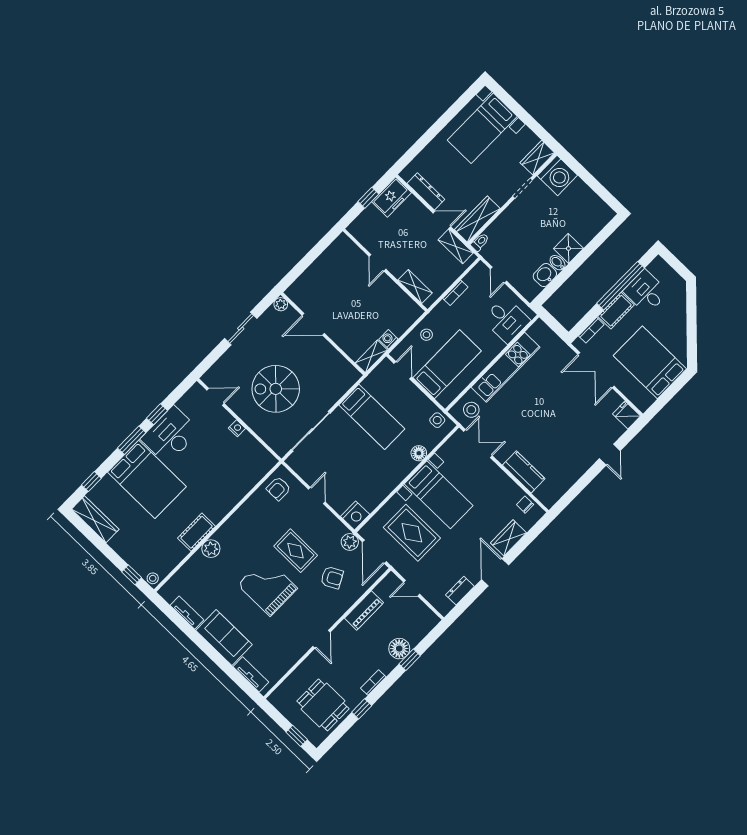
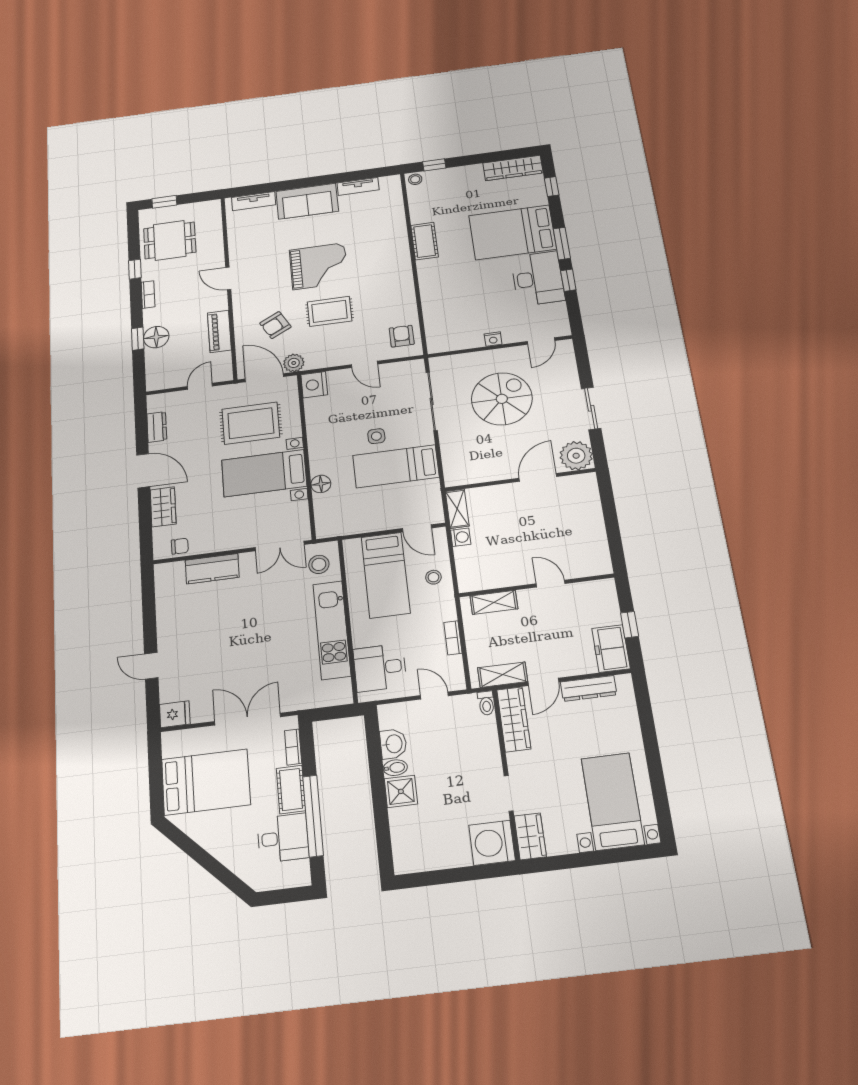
plant: (281, 304) -> (576, 456), width x1.88, depth x1.88
side table: (437, 420) -> (376, 436), moved
plant: (211, 549) -> (398, 243), removed

